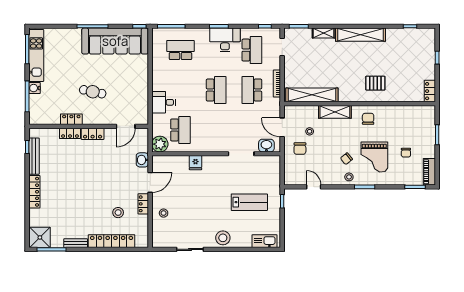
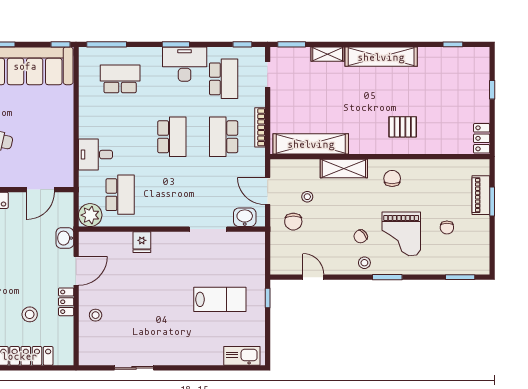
piano: (429, 172) -> (481, 195), moved
stool: (223, 238) -> (182, 351), removed

